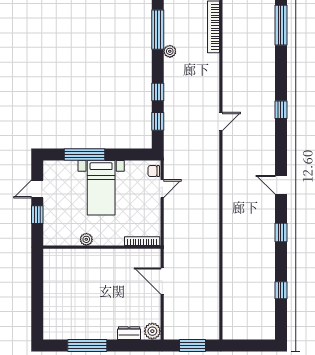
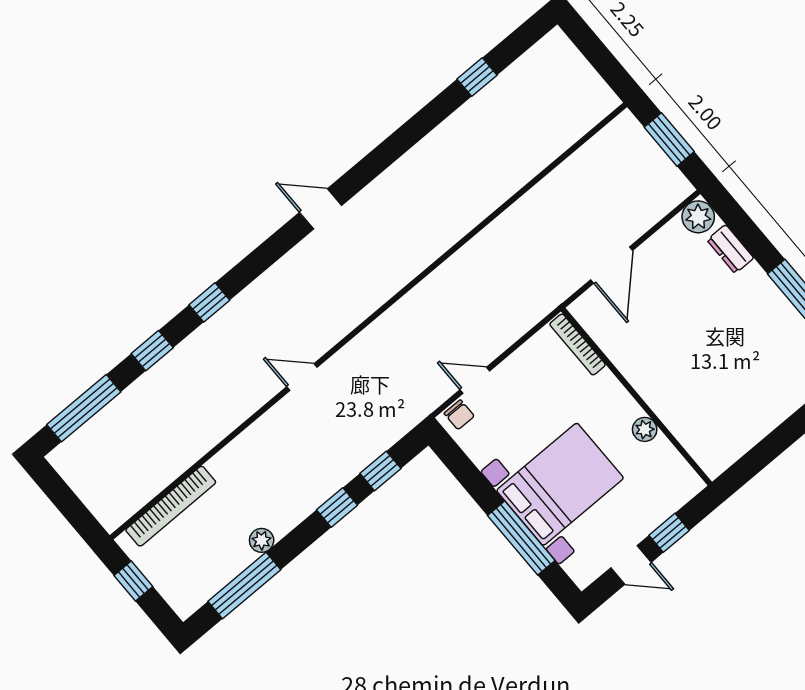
door: (281, 185) -> (320, 209), swing flipped
bed with nightstands: (101, 188) -> (560, 484), width x1.36
window: (281, 233) -> (152, 351), moved

